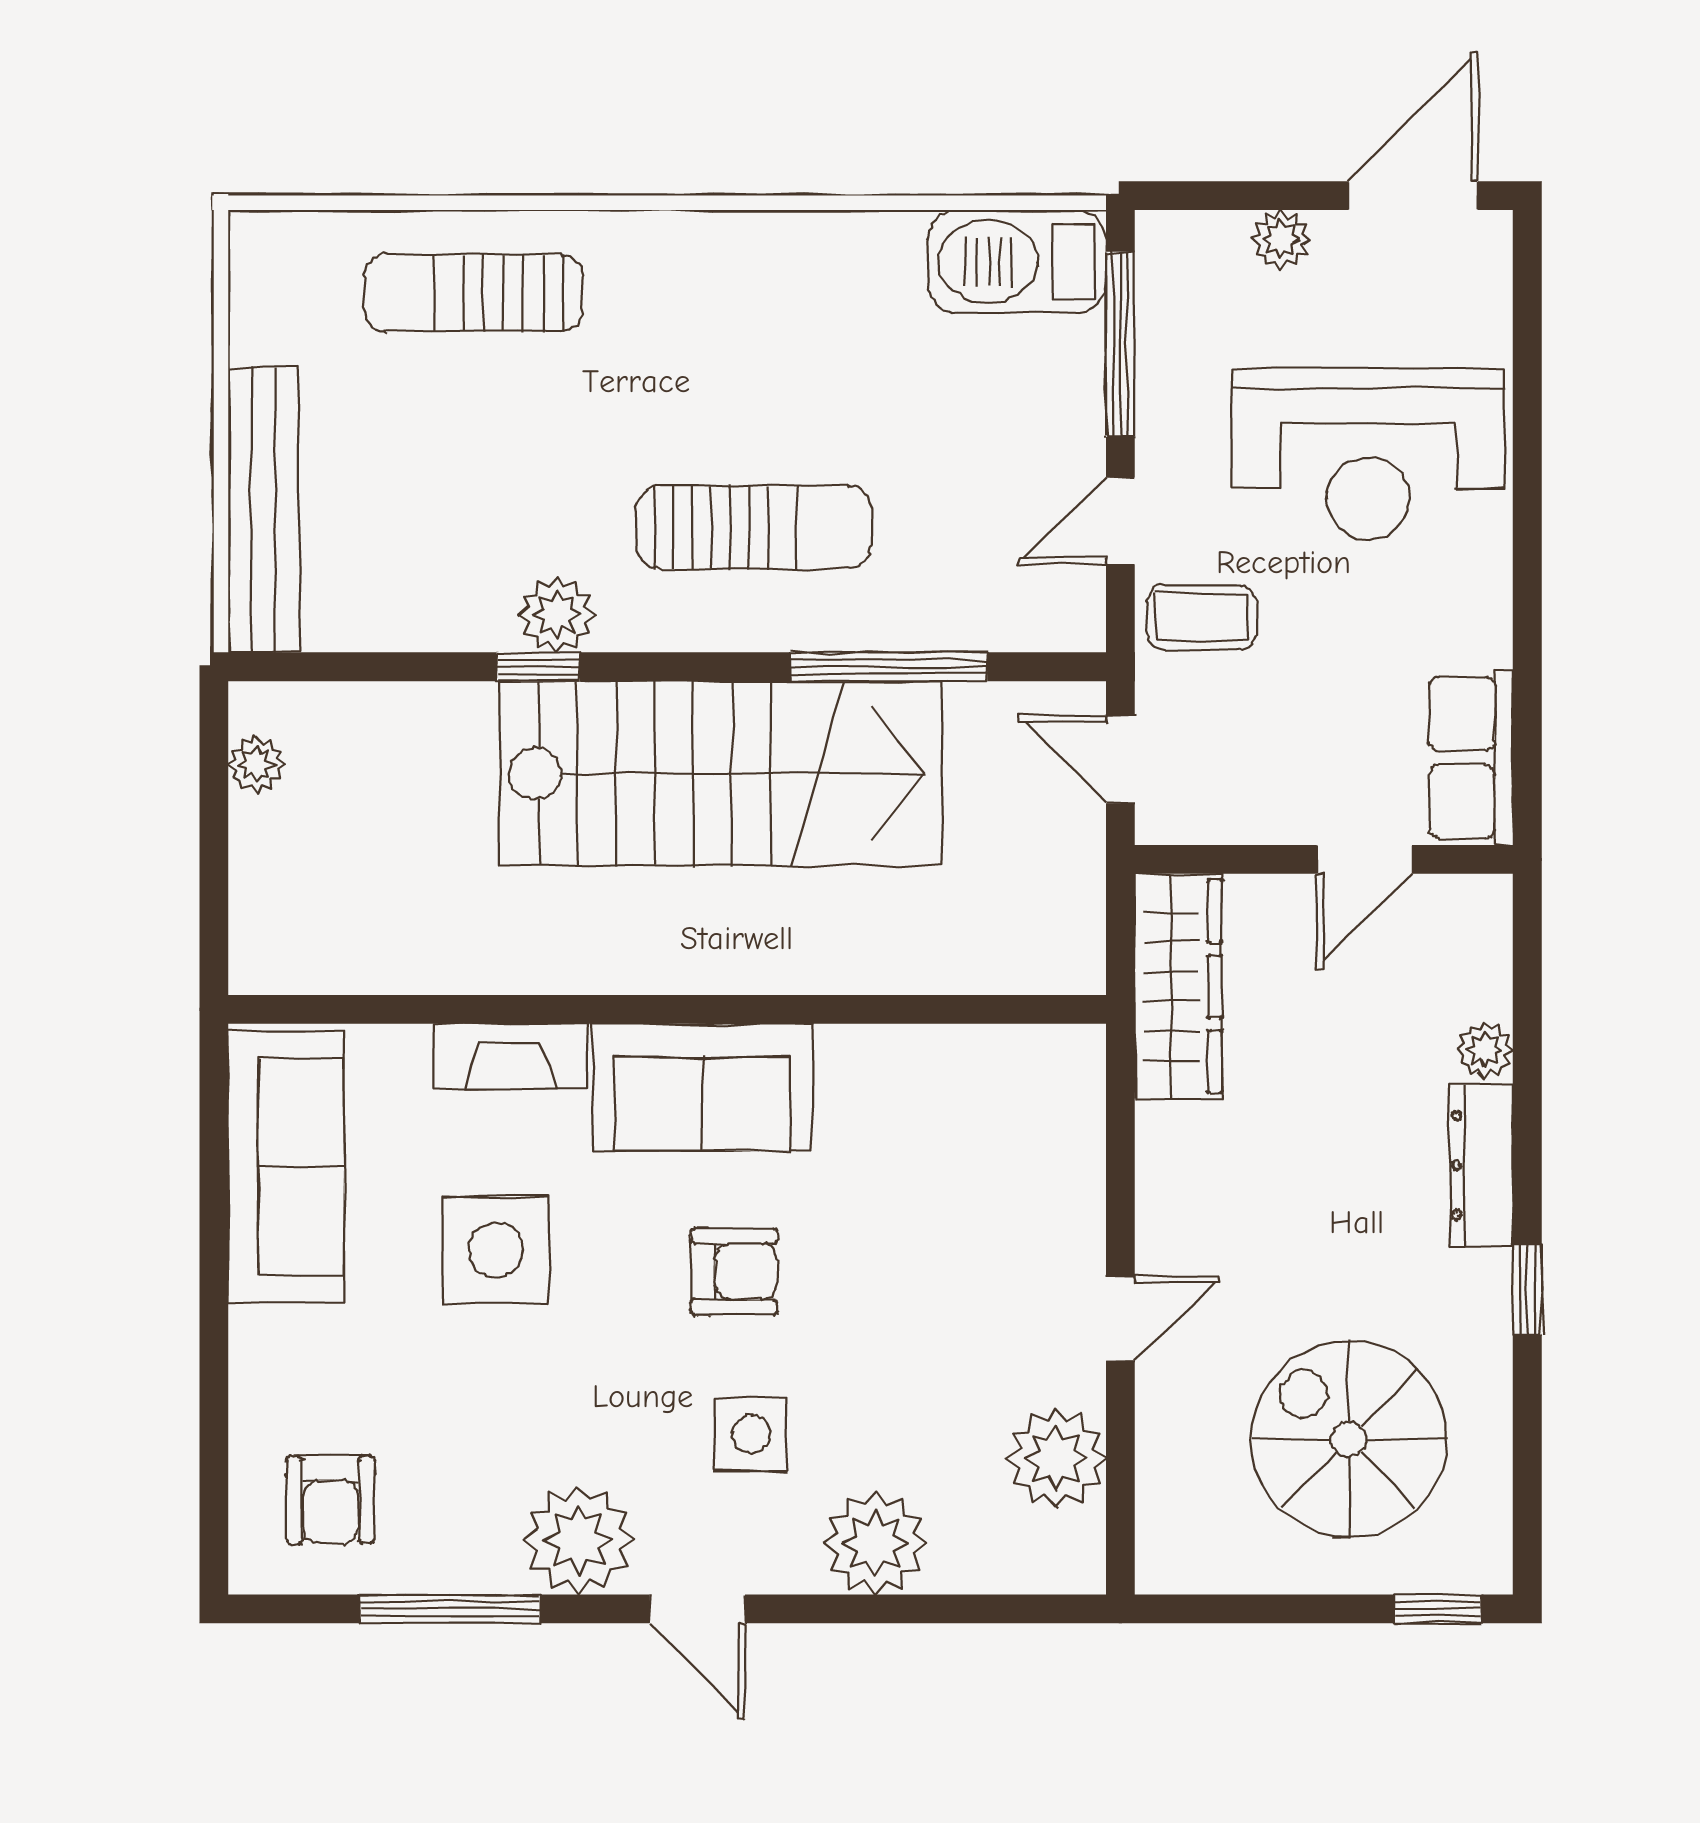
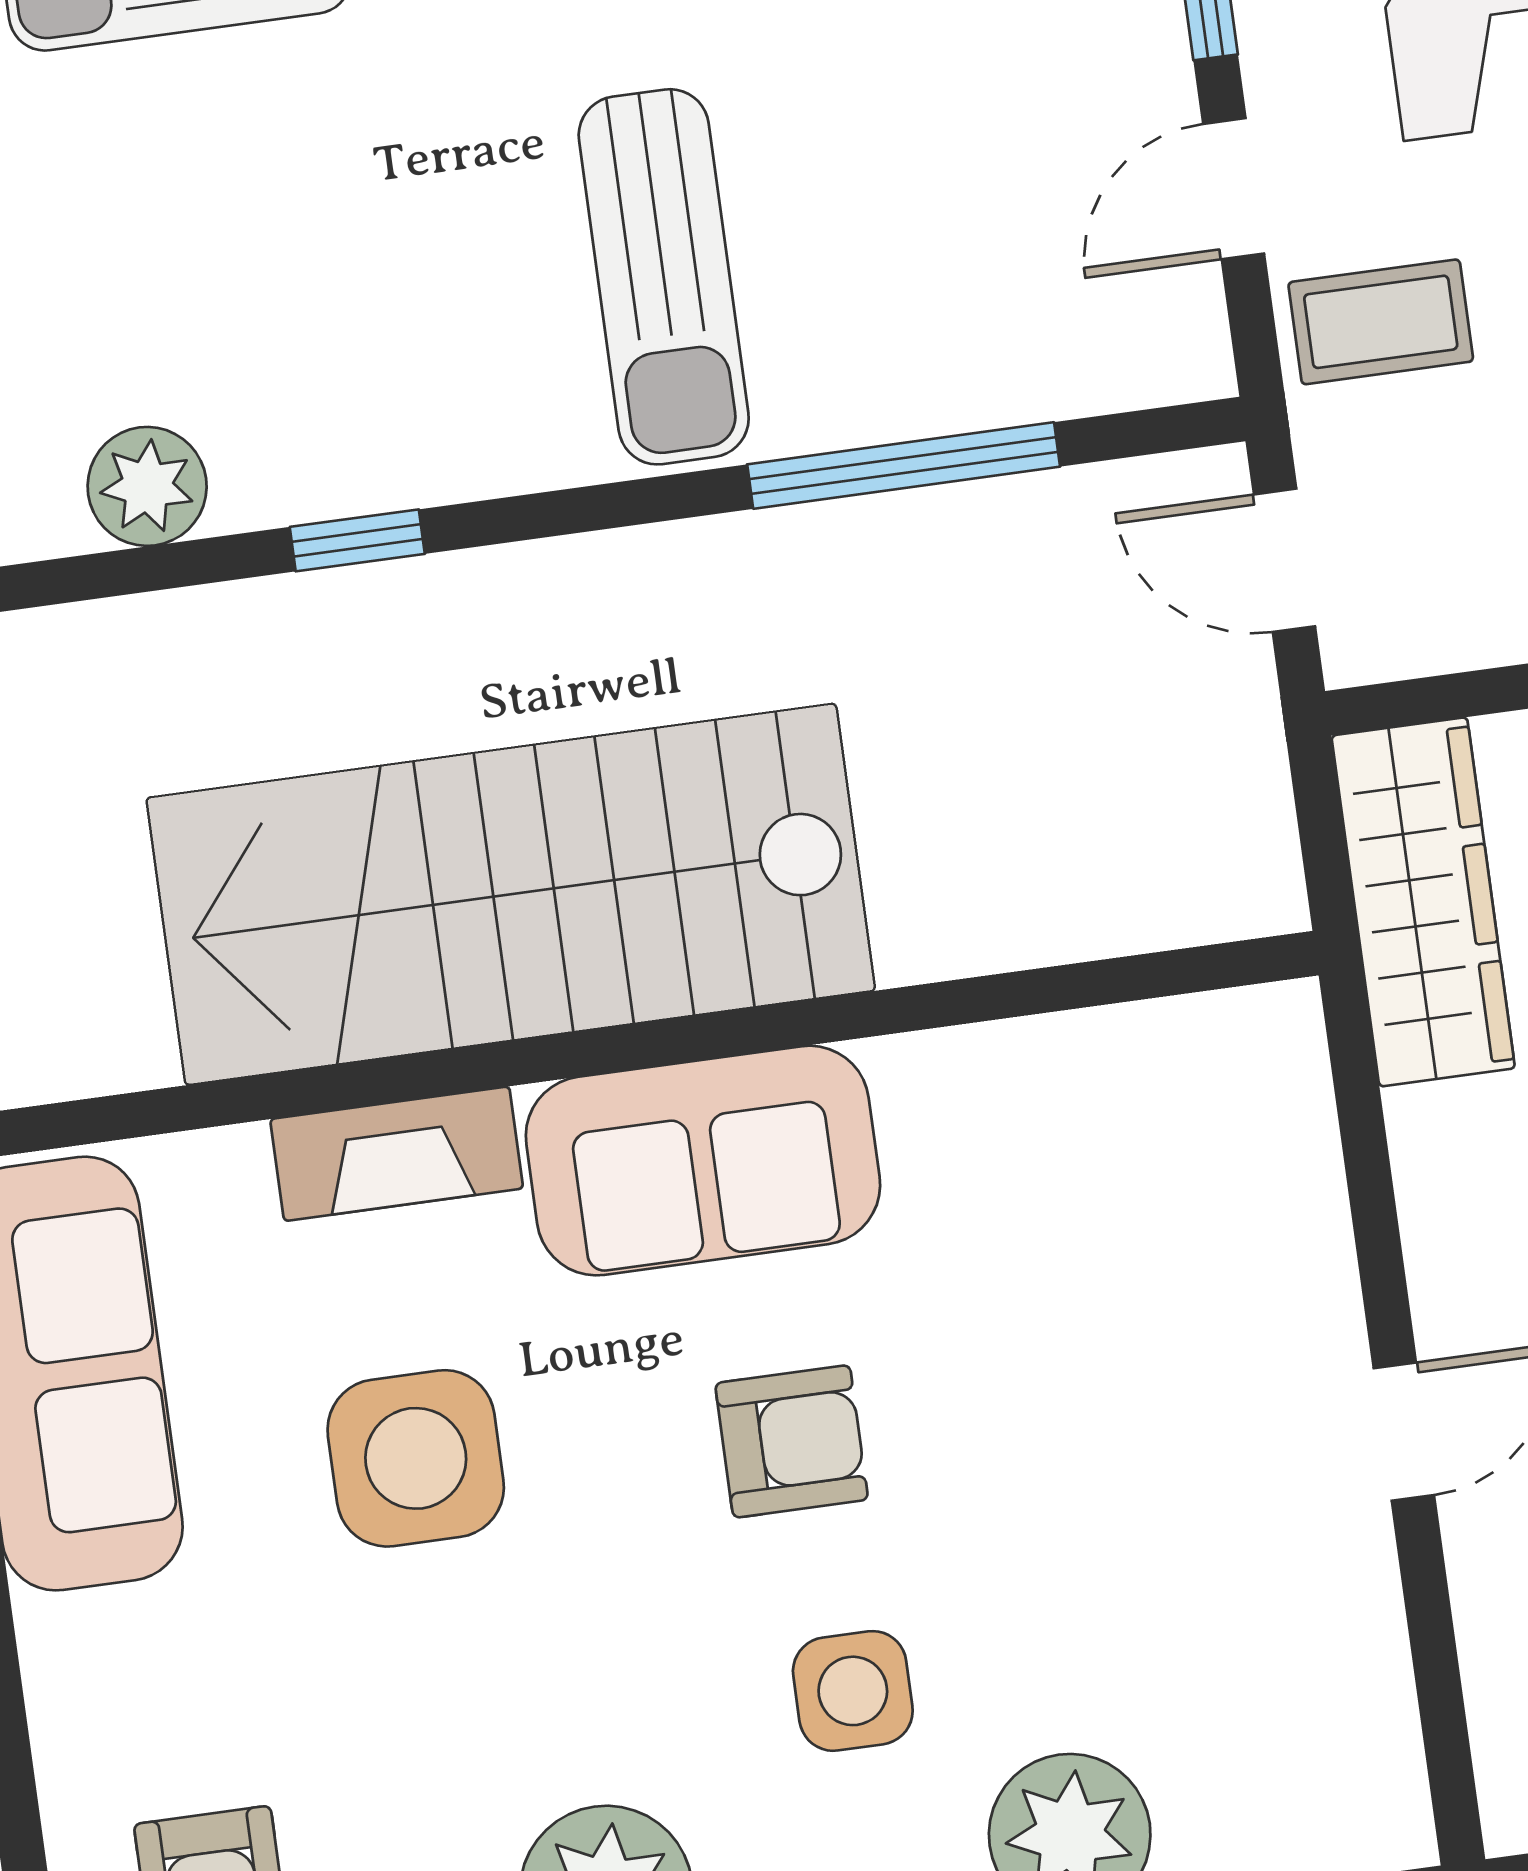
sun lounger: (754, 527) -> (664, 277), turned 90
plant: (557, 615) -> (147, 486), moved
stairs: (721, 773) -> (511, 894), moved, turned 180
plant: (1056, 1458) -> (1334, 1664), removed

